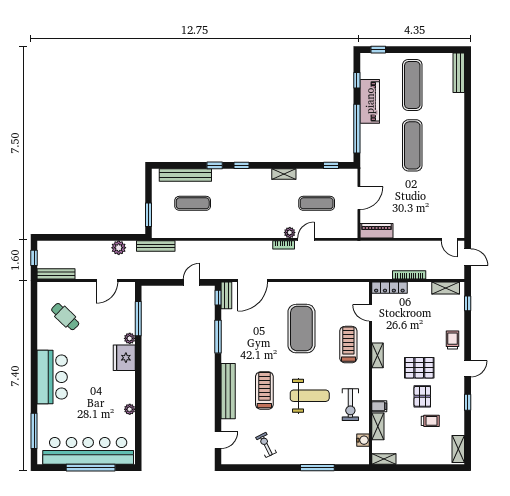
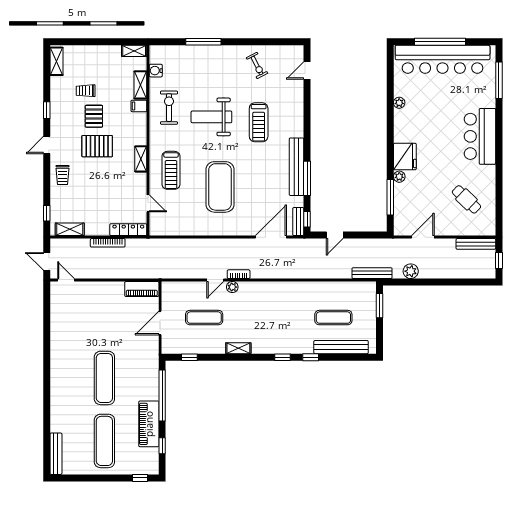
bench: (228, 391) -> (296, 167), moved

